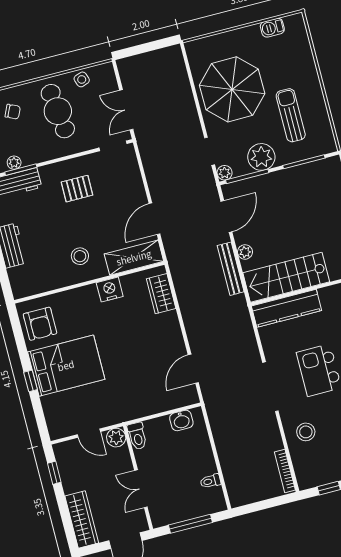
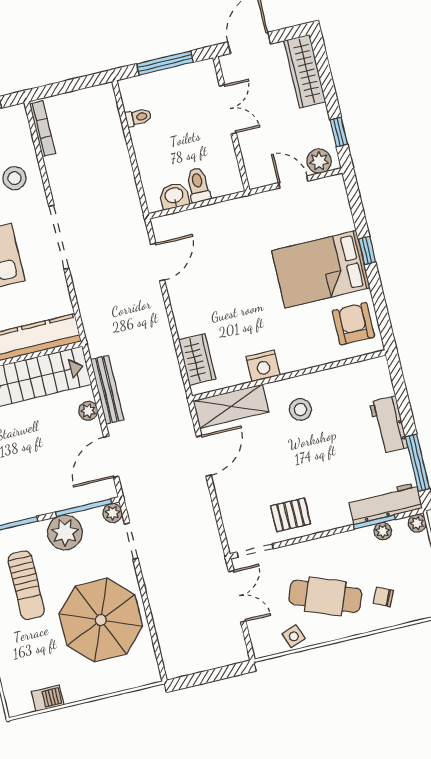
cafe table: (58, 111) -> (325, 596), turned -62
pallet: (77, 189) -> (291, 515), moved
toilet: (137, 436) -> (198, 185), moved
plant: (116, 438) -> (319, 161), moved

